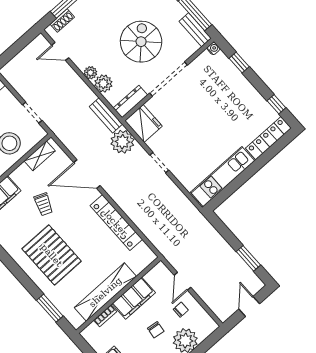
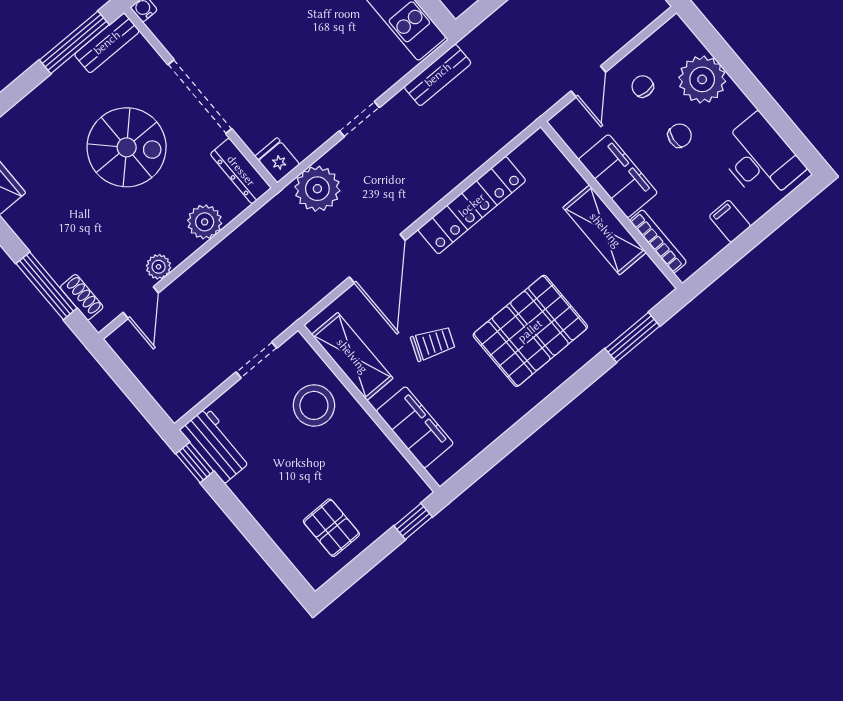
spiral stairs: (141, 42) -> (127, 147), turned 180
plant: (90, 73) -> (159, 267), moved
bench: (106, 115) -> (438, 75), moved
fridge: (144, 123) -> (277, 160), width x0.53, depth x0.75
shelving: (40, 156) -> (352, 356), width x1.50, depth x1.33
door: (182, 281) -> (588, 82), hinge flipped
shelving: (105, 292) -> (605, 230), width x0.68
bookcase: (105, 316) -> (658, 241), width x1.56

